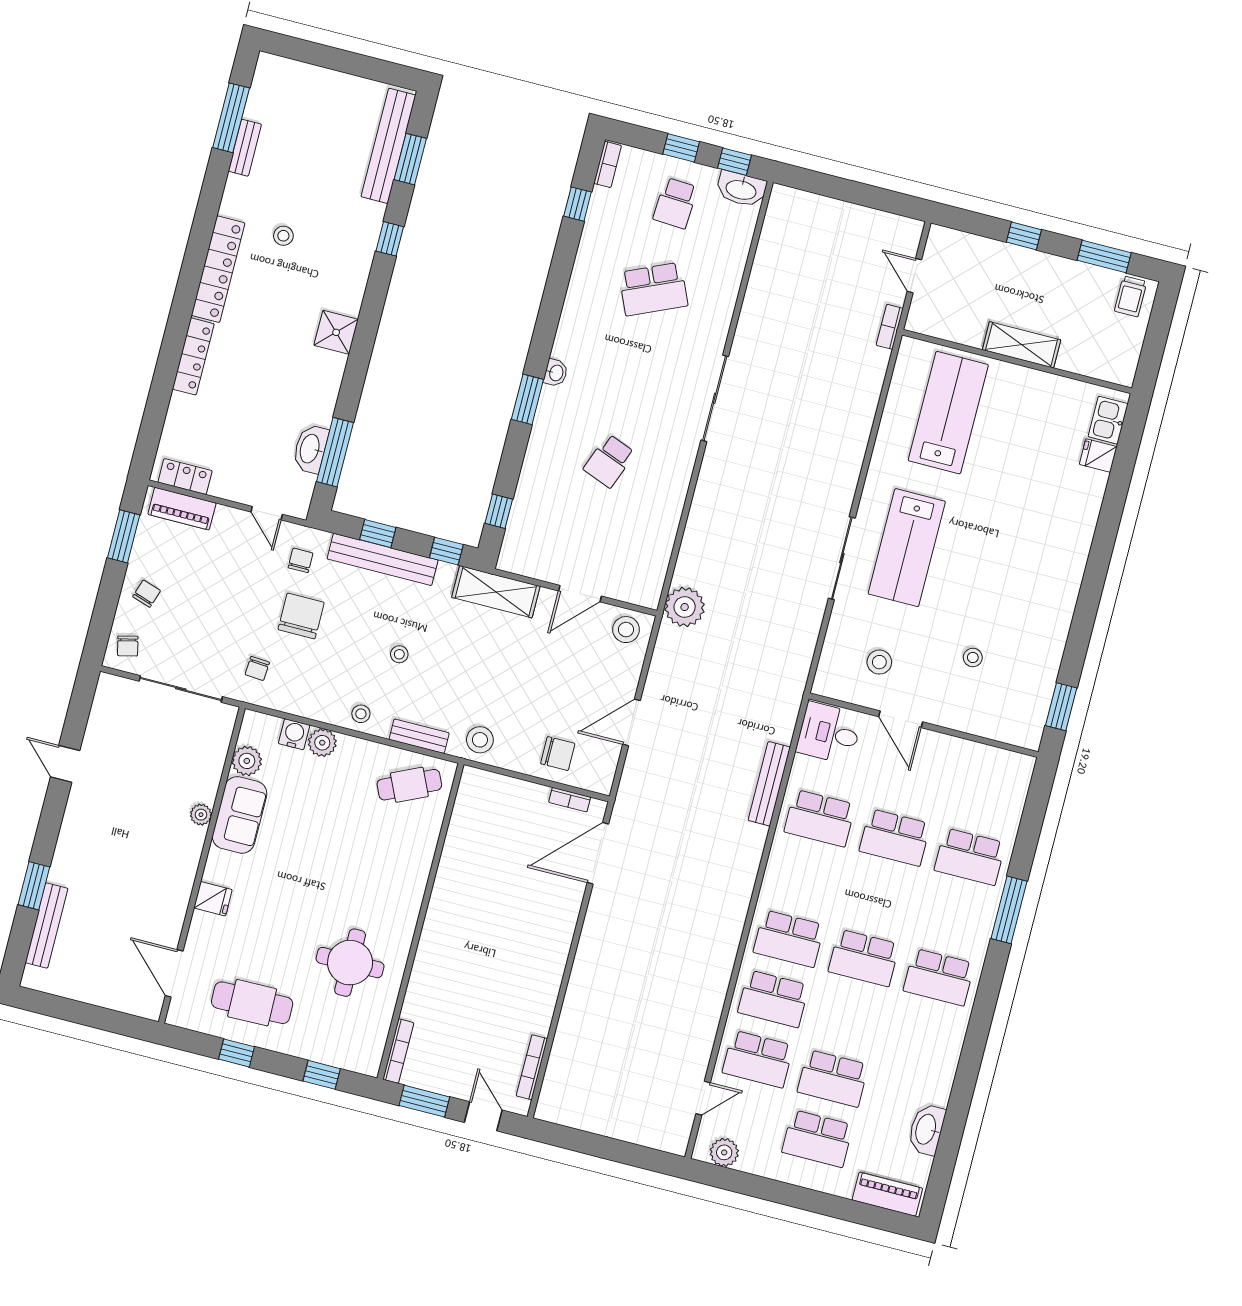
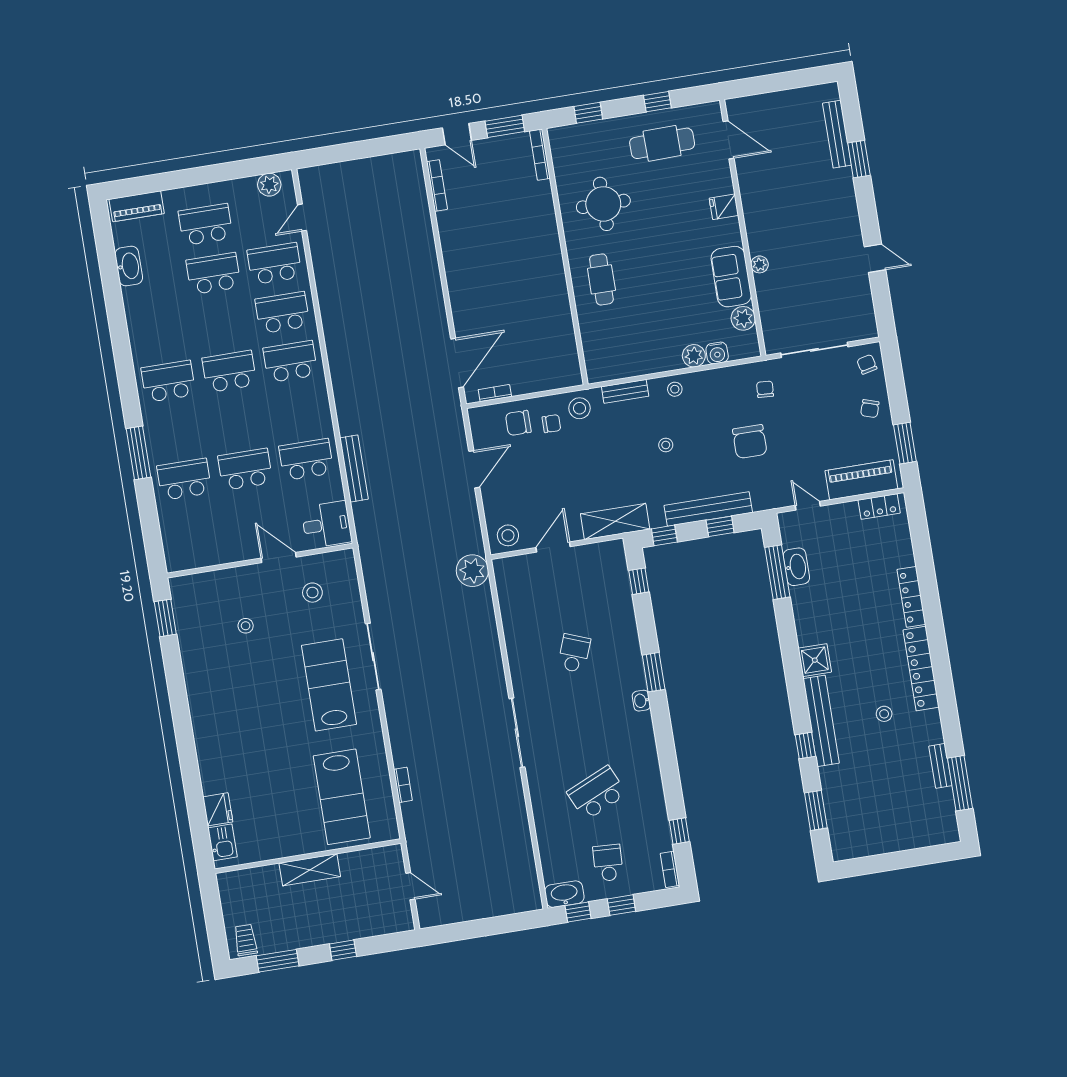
bench: (388, 146) -> (821, 721), moved
bookcase: (890, 327) -> (403, 785), moved
fridge: (1098, 456) -> (218, 809), width x1.38
piano: (182, 509) -> (861, 480), width x1.37, depth x1.33
chair: (301, 560) -> (551, 424), moved, turned -90
cafe table: (409, 785) -> (601, 279), moved, turned -65

